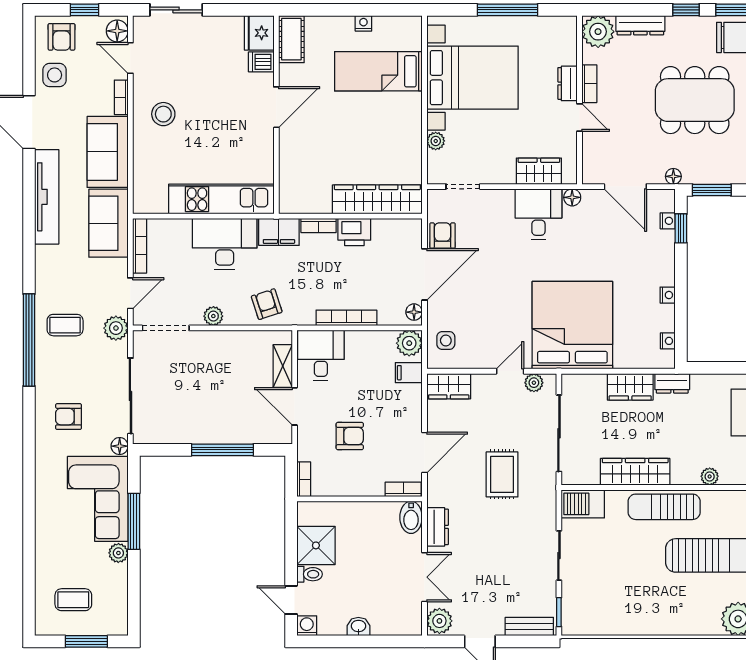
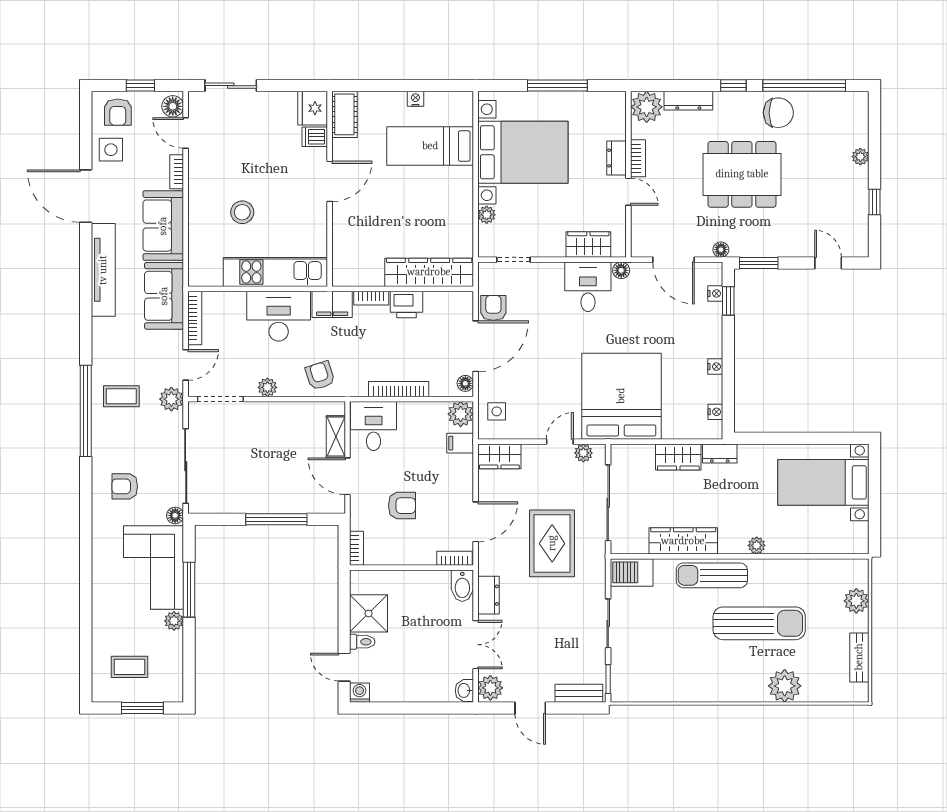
stool: (163, 114) -> (242, 212), moved
rug: (502, 474) -> (552, 543), width x1.36, depth x1.43
washbasin: (358, 627) -> (464, 690), moved, turned -90

